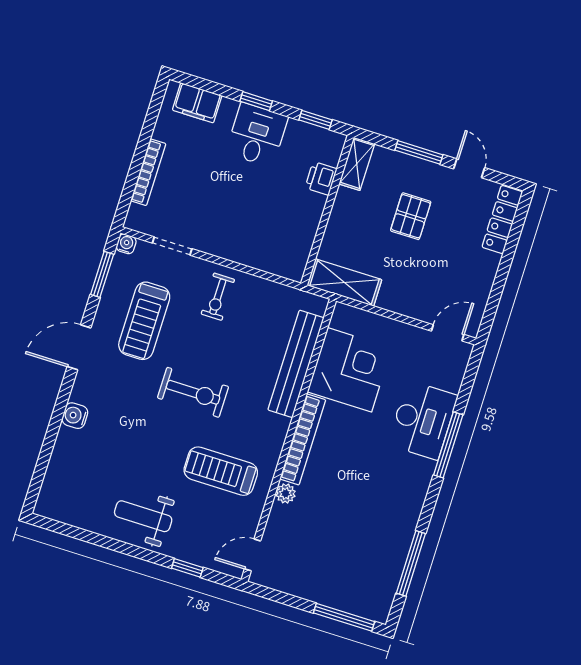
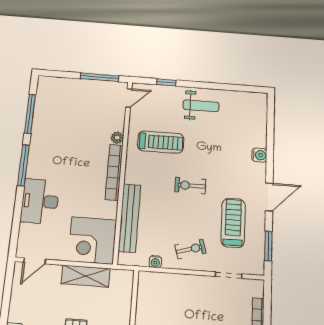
water cooler: (126, 244) -> (155, 262), moved
shelving: (344, 282) -> (86, 276), moved
exercise bike: (218, 297) -> (190, 249), turned 74
corner desk: (350, 370) -> (92, 240), moved
exercise bike: (193, 392) -> (190, 186), width x0.73, depth x0.72
window: (448, 445) -> (23, 165), moved
window: (344, 617) -> (100, 77), moved

